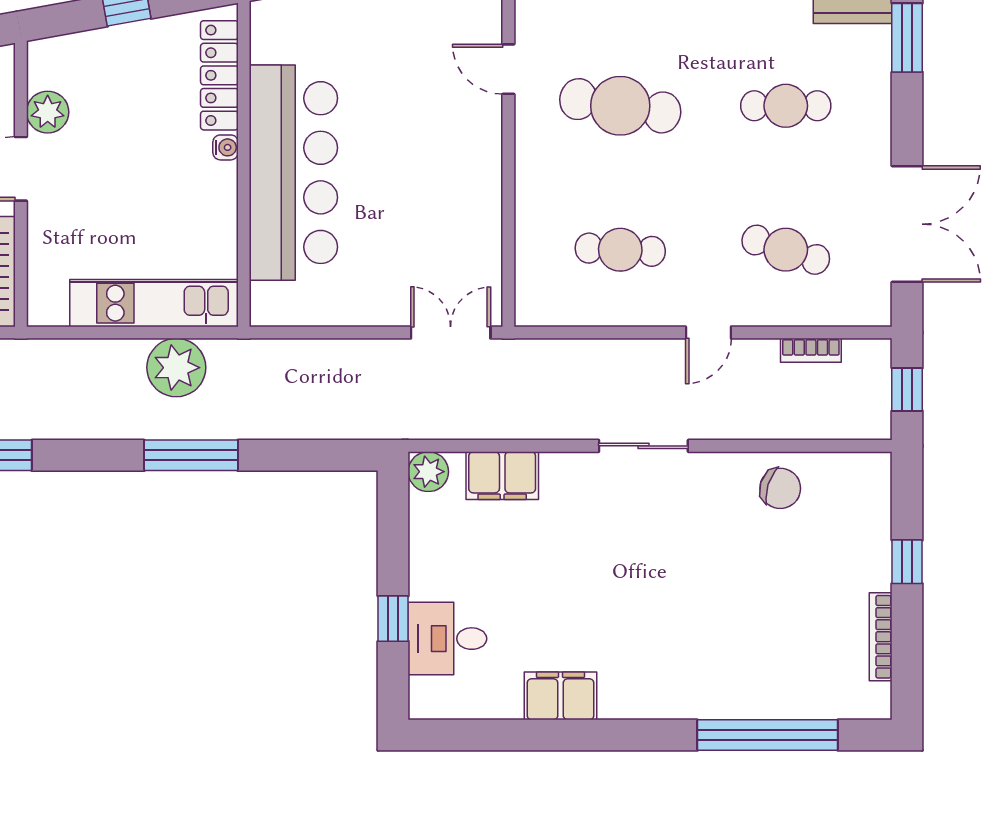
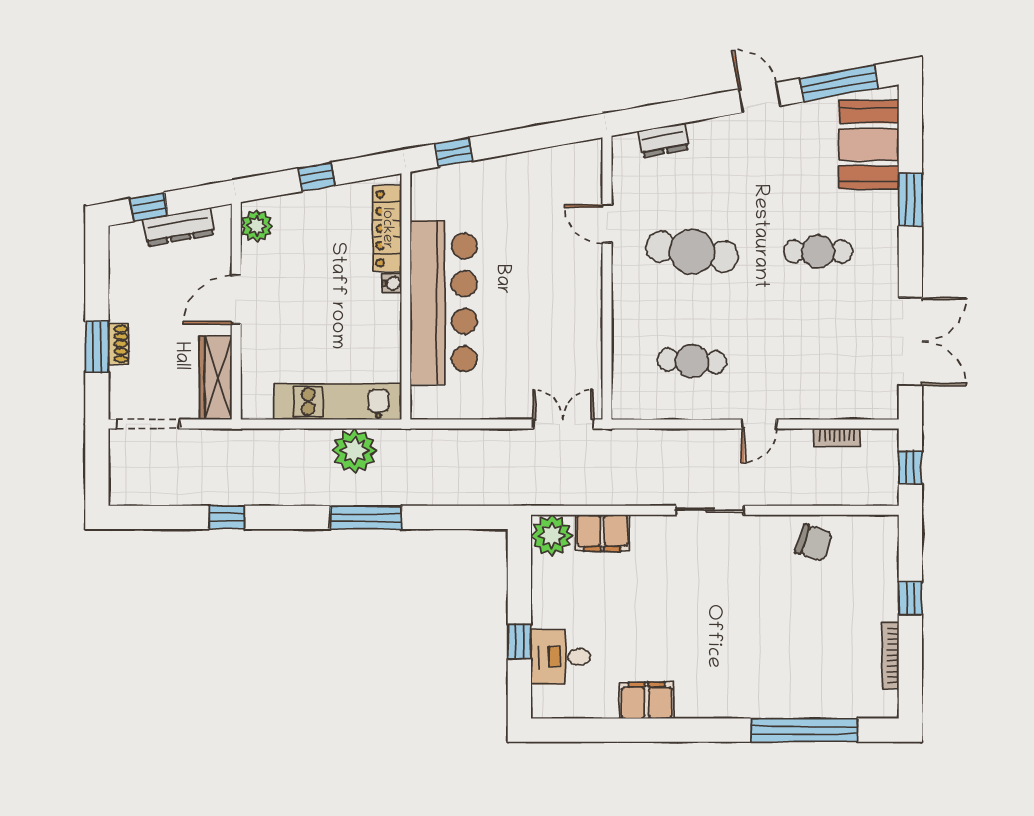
plant: (48, 112) -> (257, 226), moved
cafe table: (786, 250) -> (818, 361), removed
plant: (428, 472) -> (552, 535), width x1.36, depth x1.36

